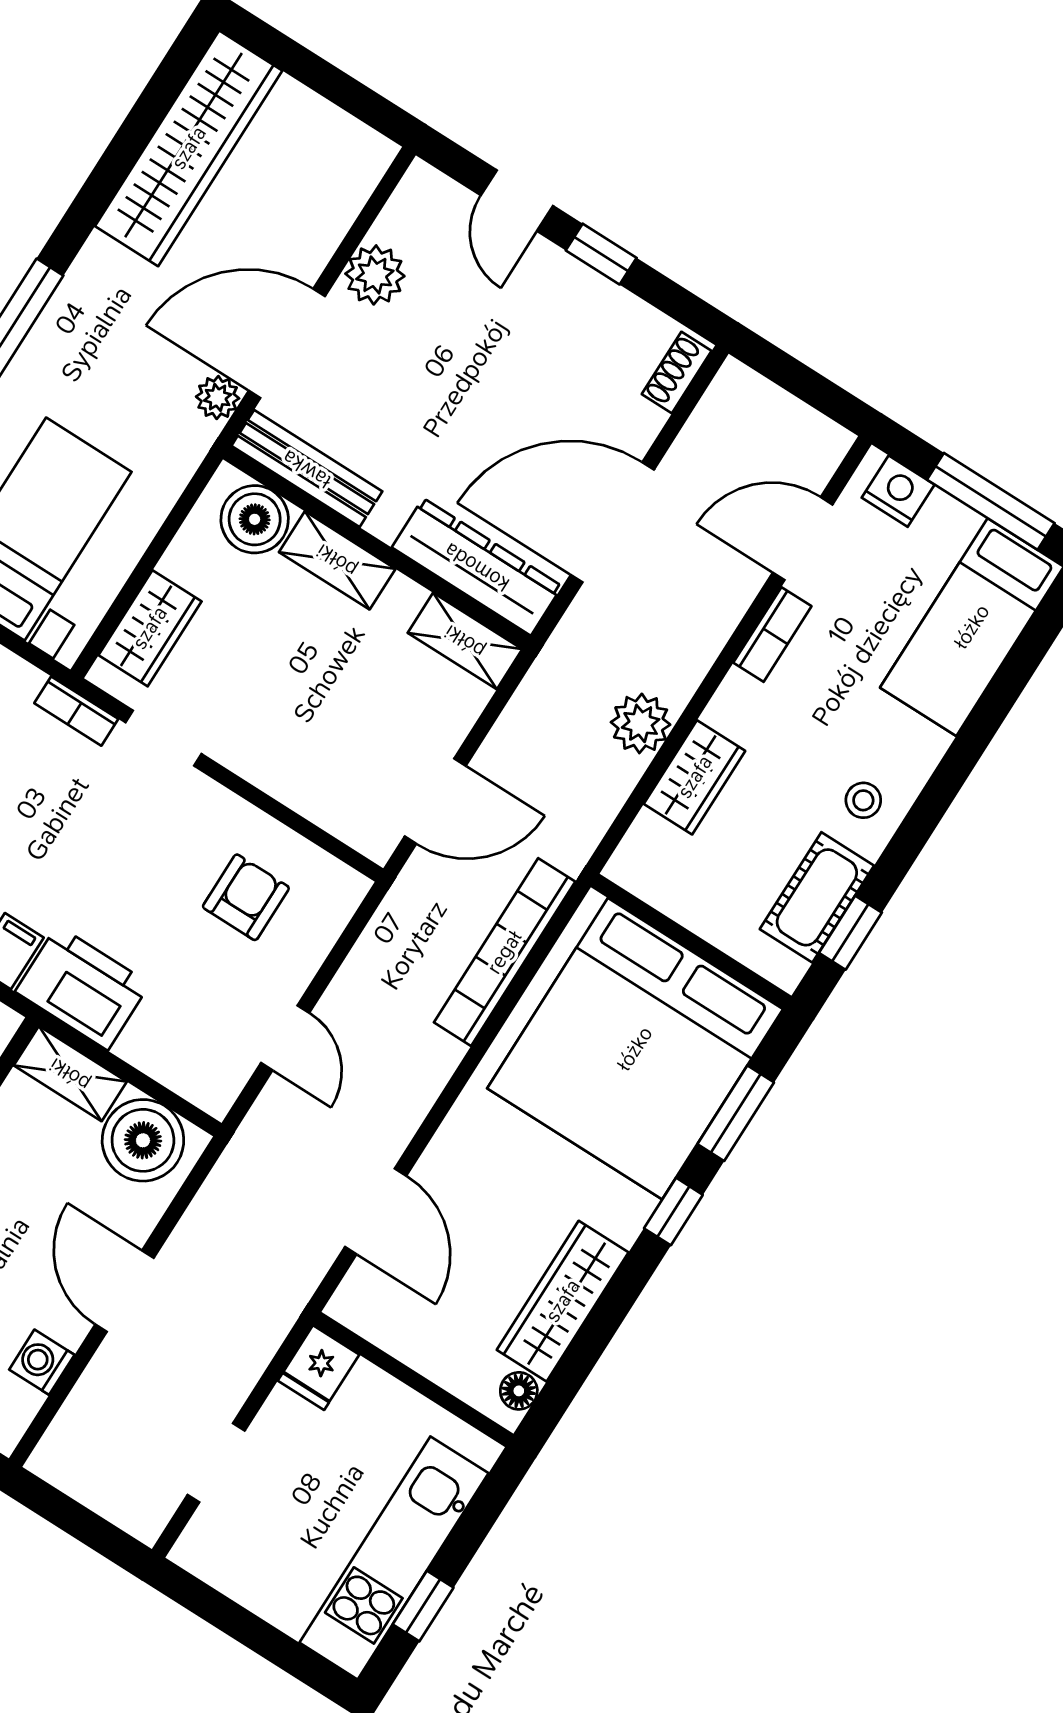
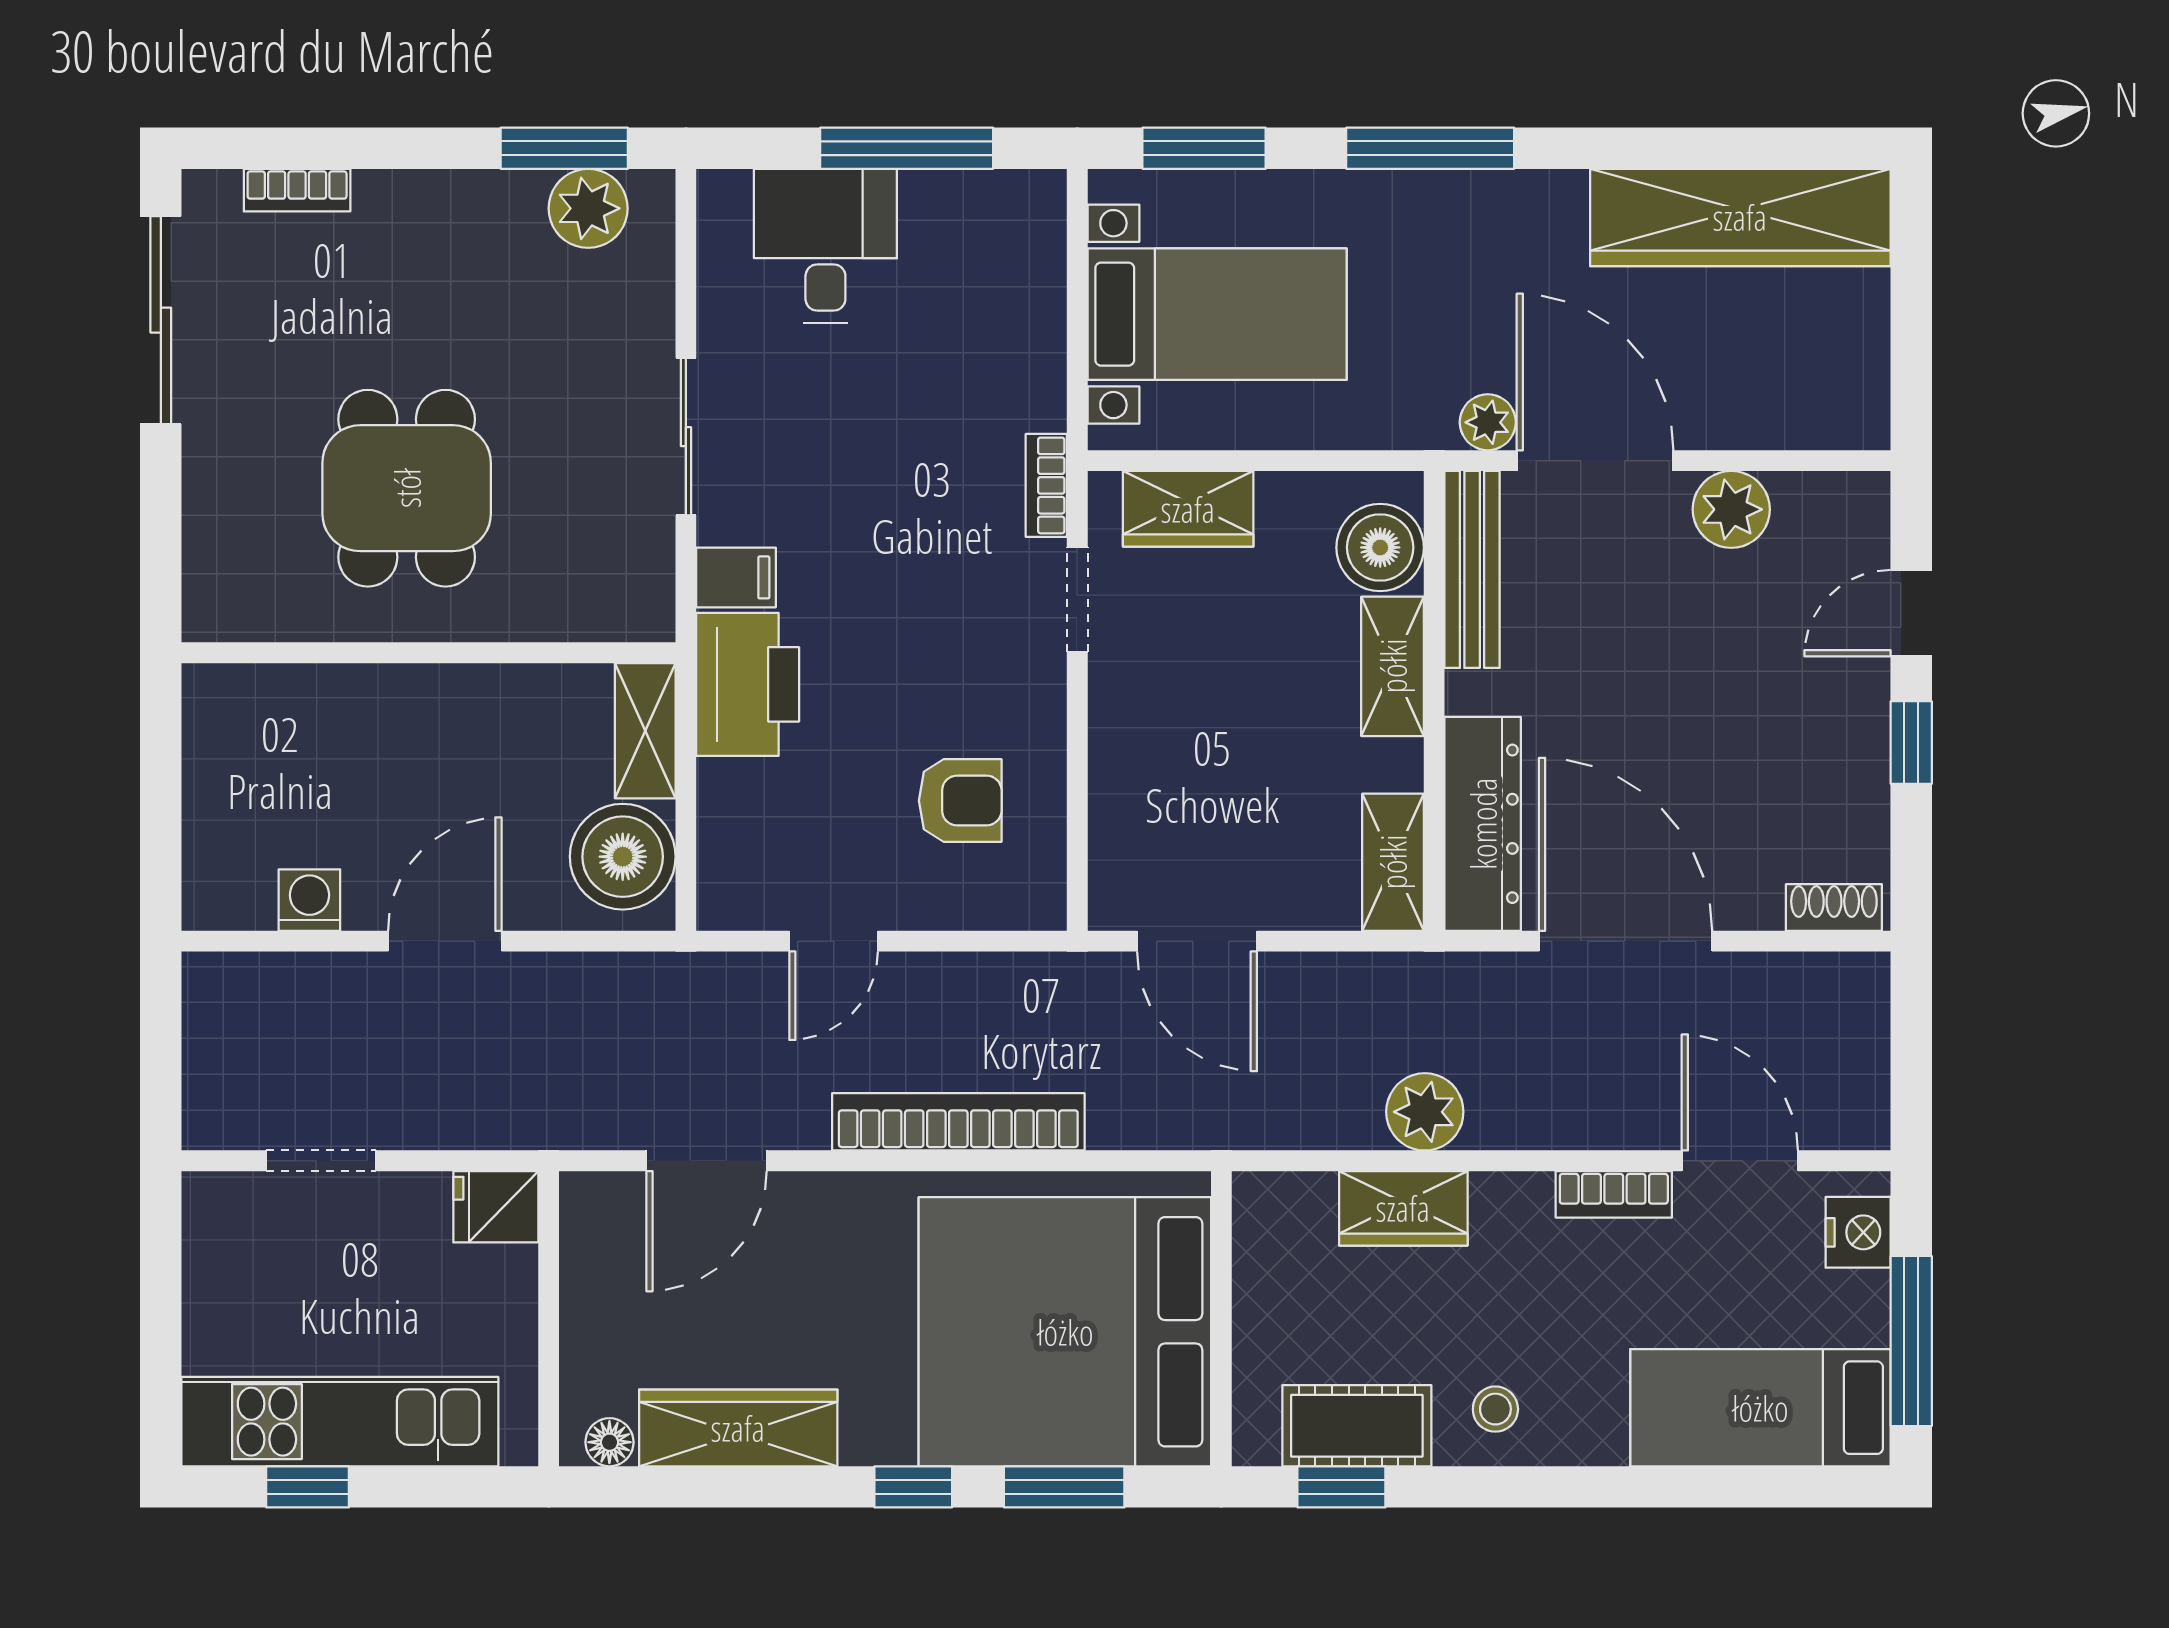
bookcase: (505, 952) -> (958, 1122), moved

